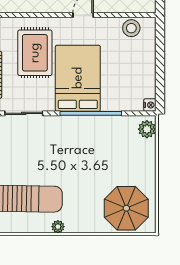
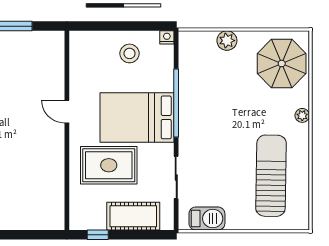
stool: (131, 28) -> (130, 53), moved
plant: (147, 129) -> (227, 41), moved
plant: (58, 227) -> (302, 115), moved

